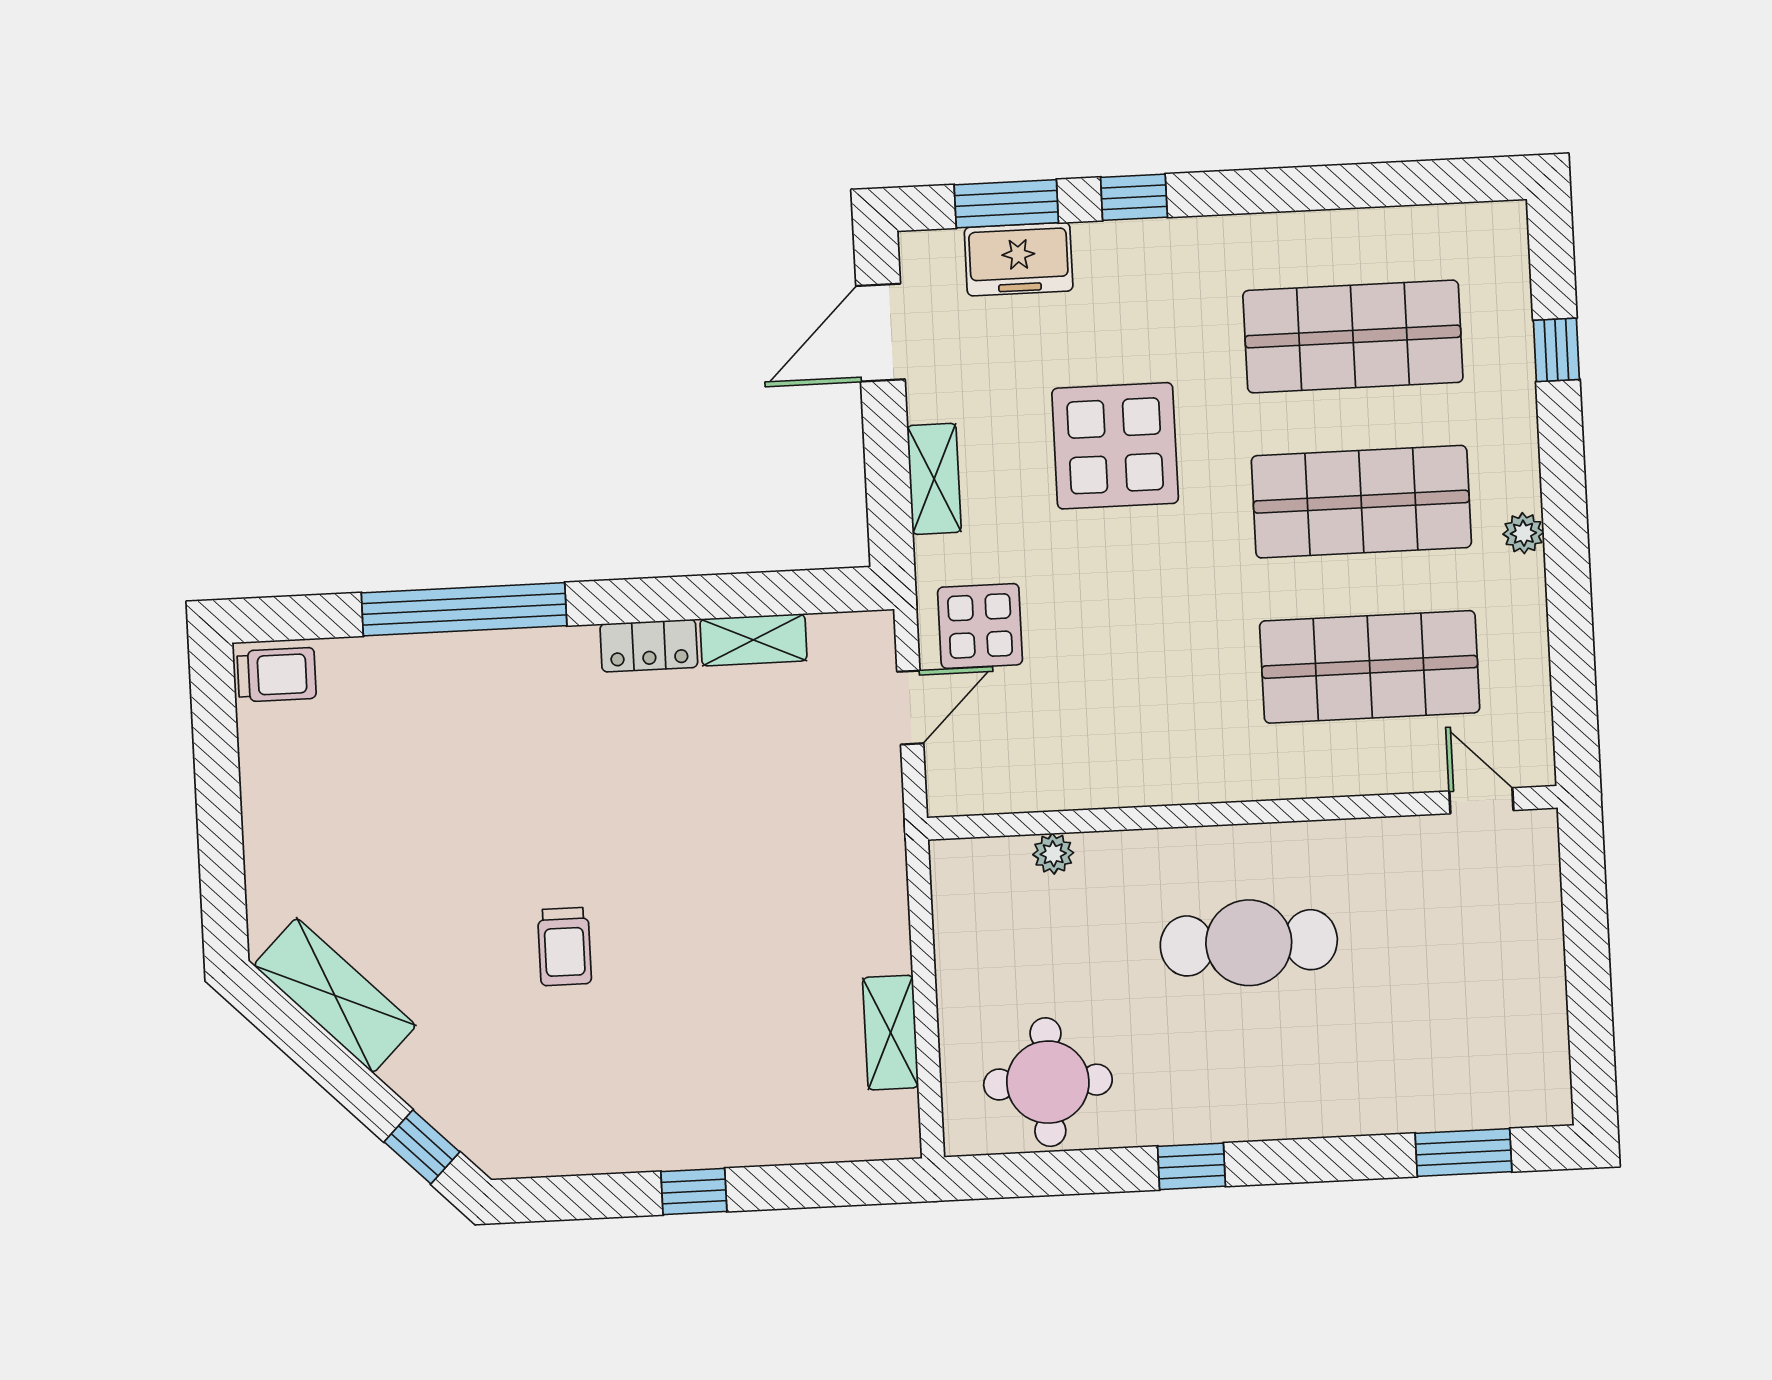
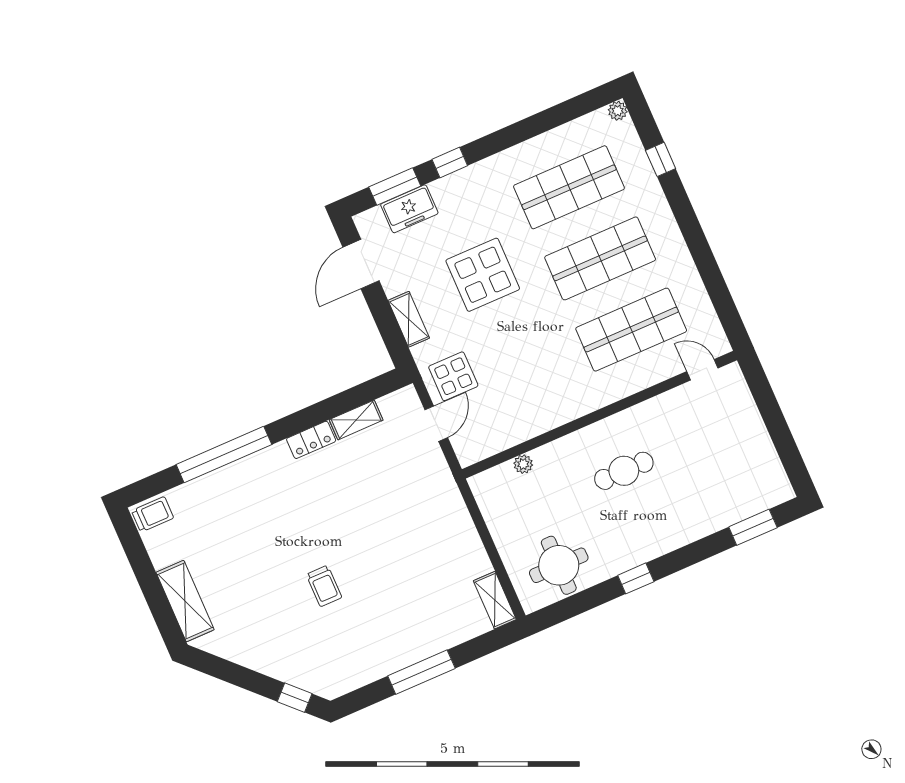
plant: (1523, 533) -> (618, 111), moved
cafe table: (1249, 943) -> (624, 471), width x0.73, depth x0.74
shelving: (335, 995) -> (185, 601), moved, turned 45
shelving: (891, 1033) -> (495, 600), moved
window: (694, 1192) -> (421, 672), width x2.17

